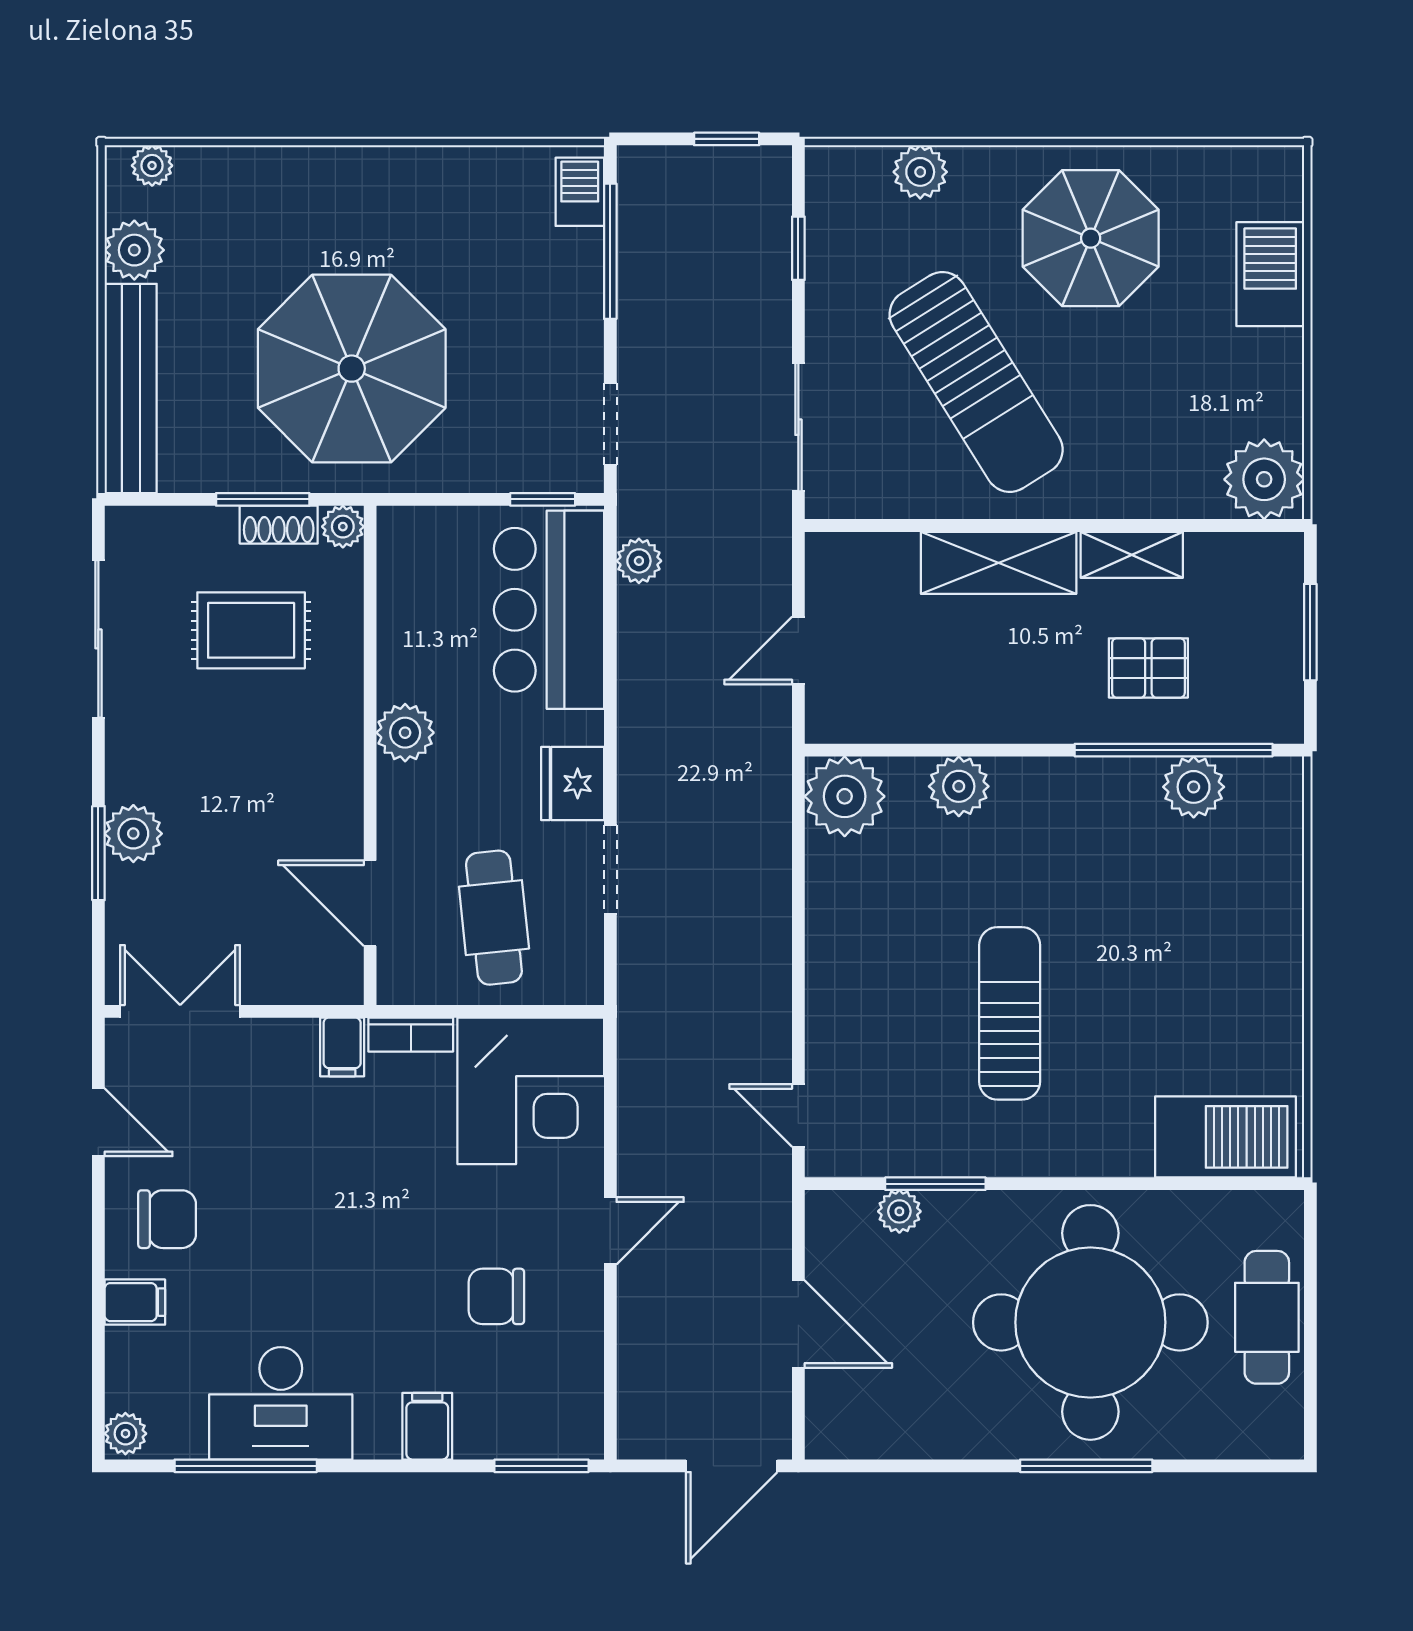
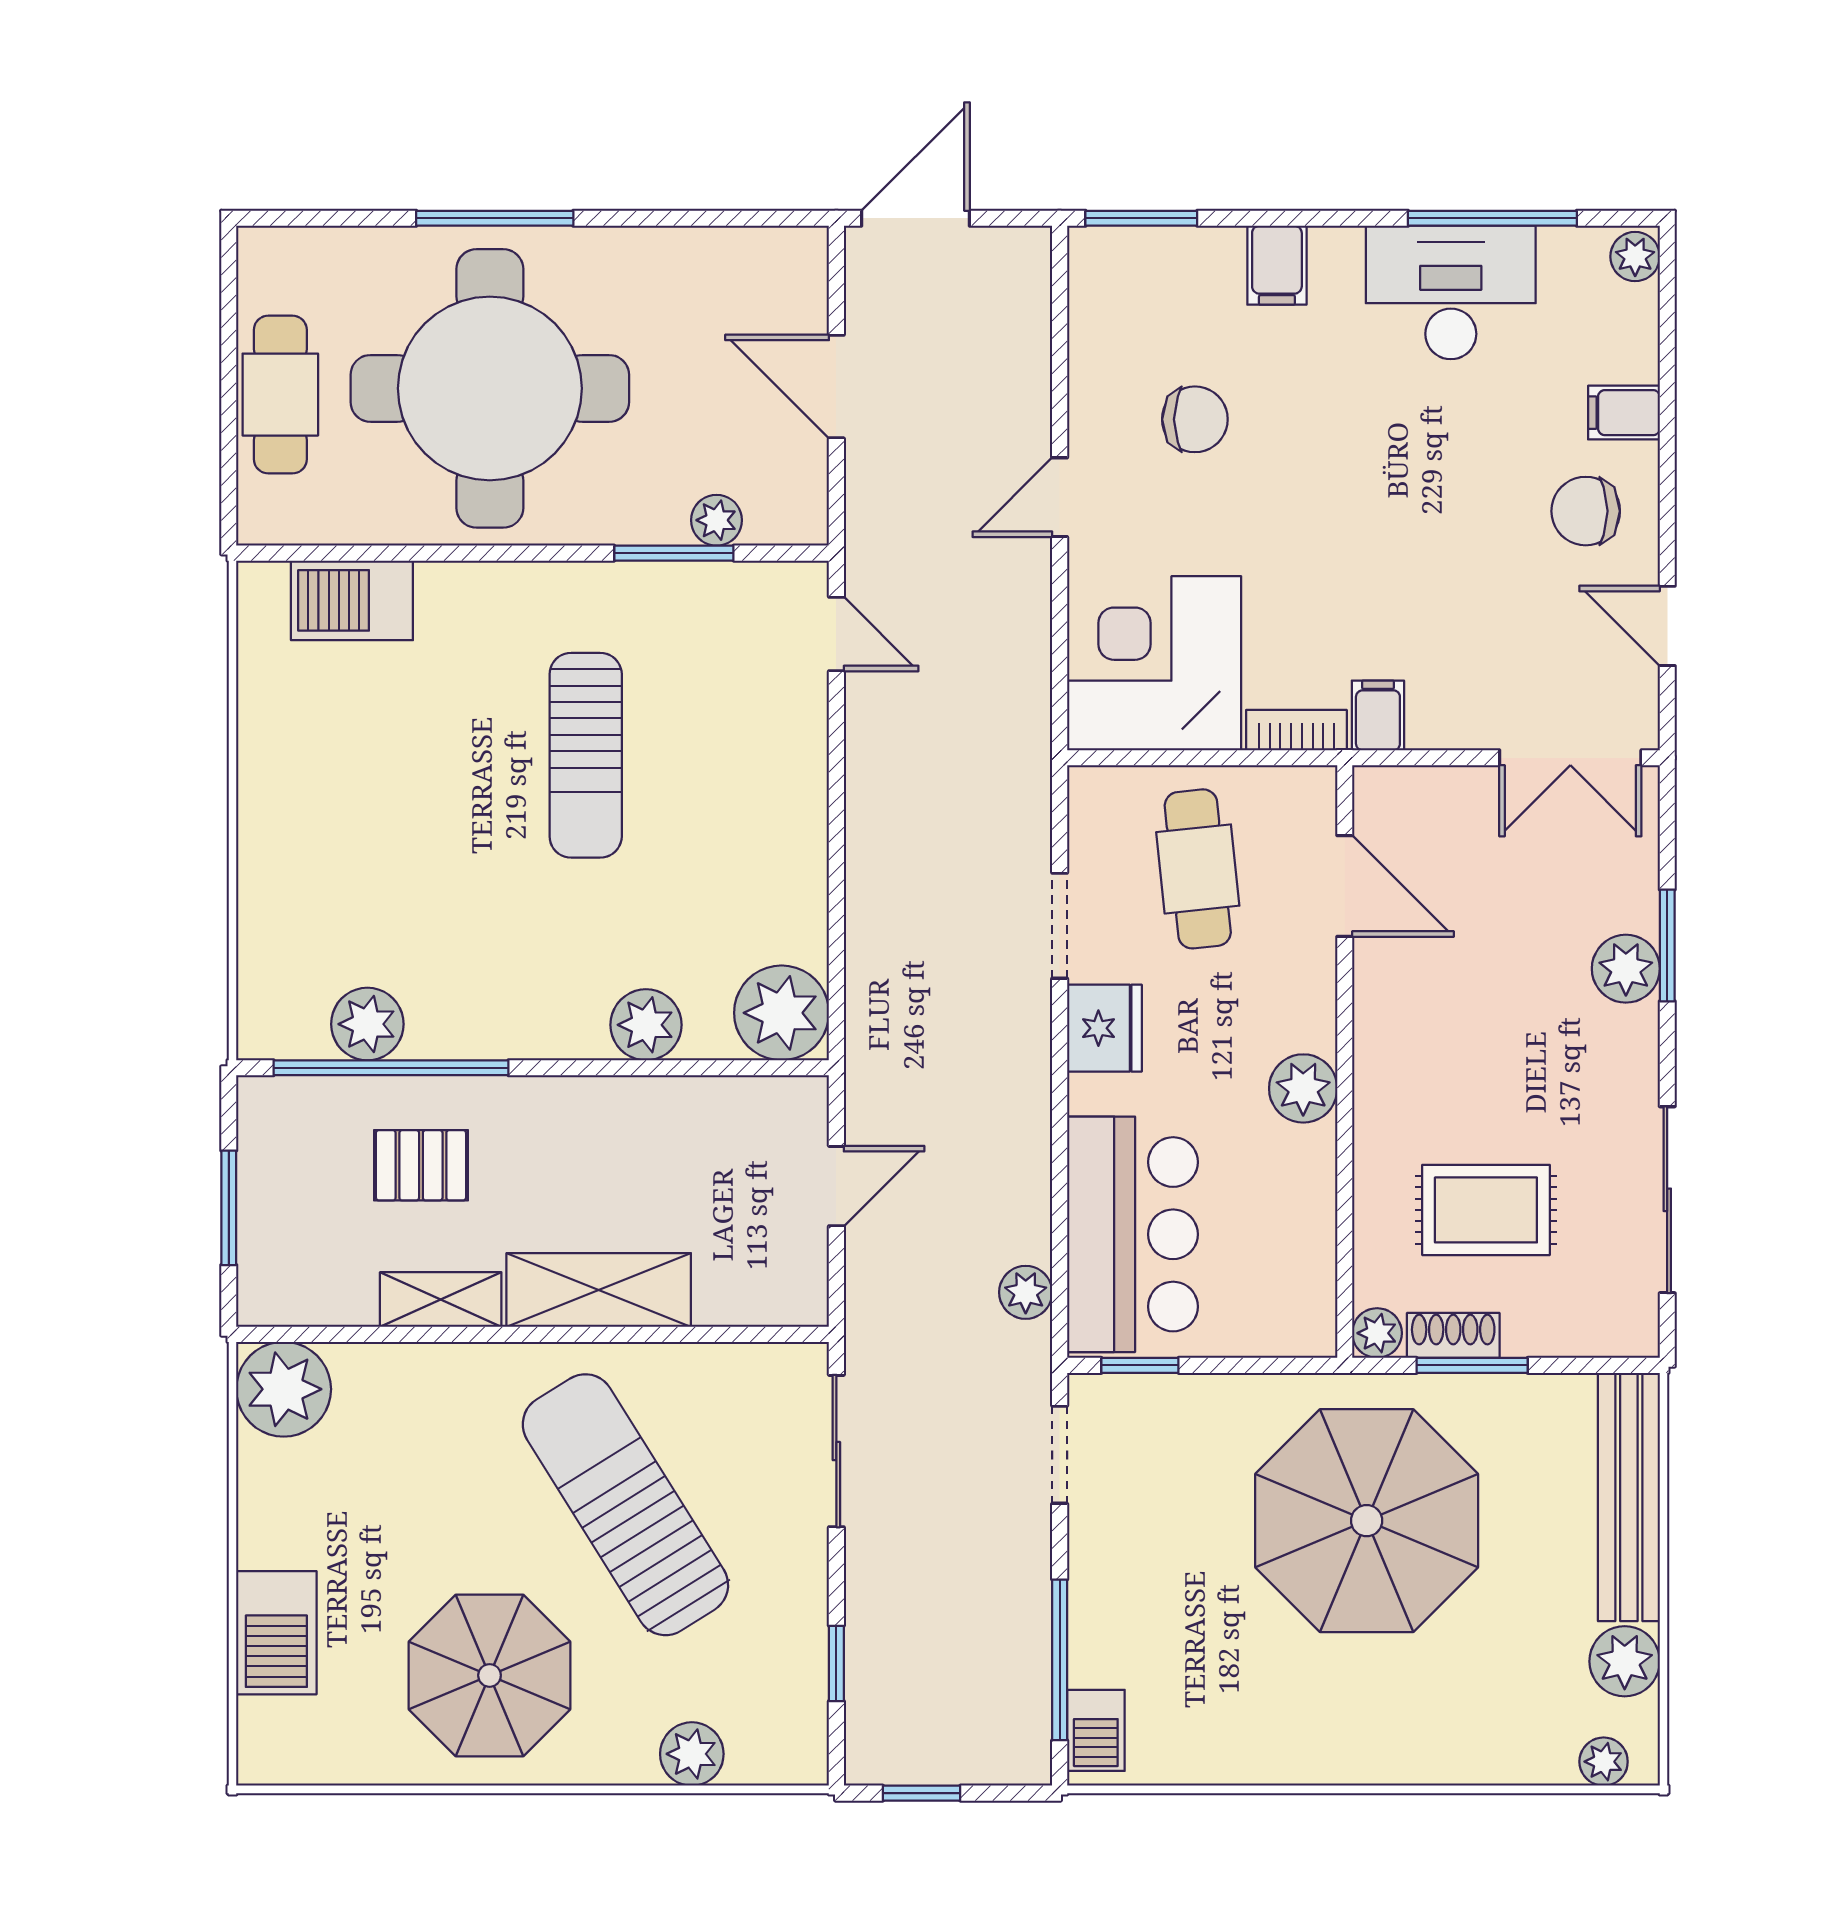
barbecue: (1226, 1137) -> (352, 600), width x0.73, depth x0.83

